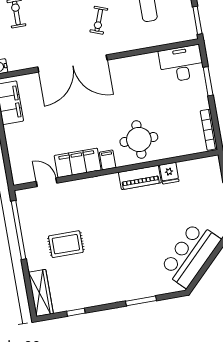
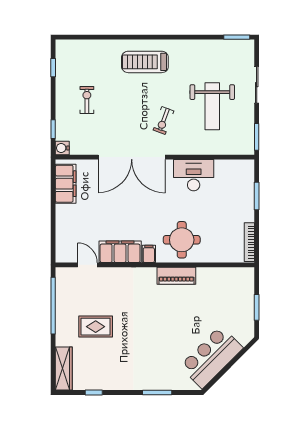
desk: (181, 64) -> (194, 175), moved
fridge: (169, 173) -> (205, 277), removed

